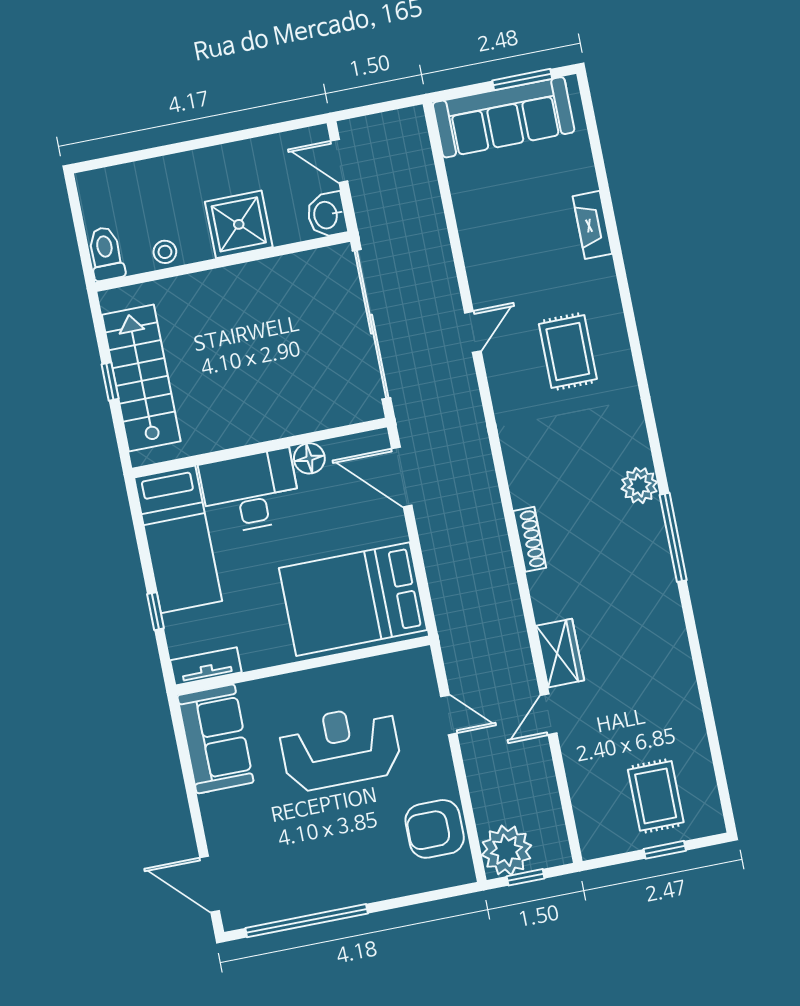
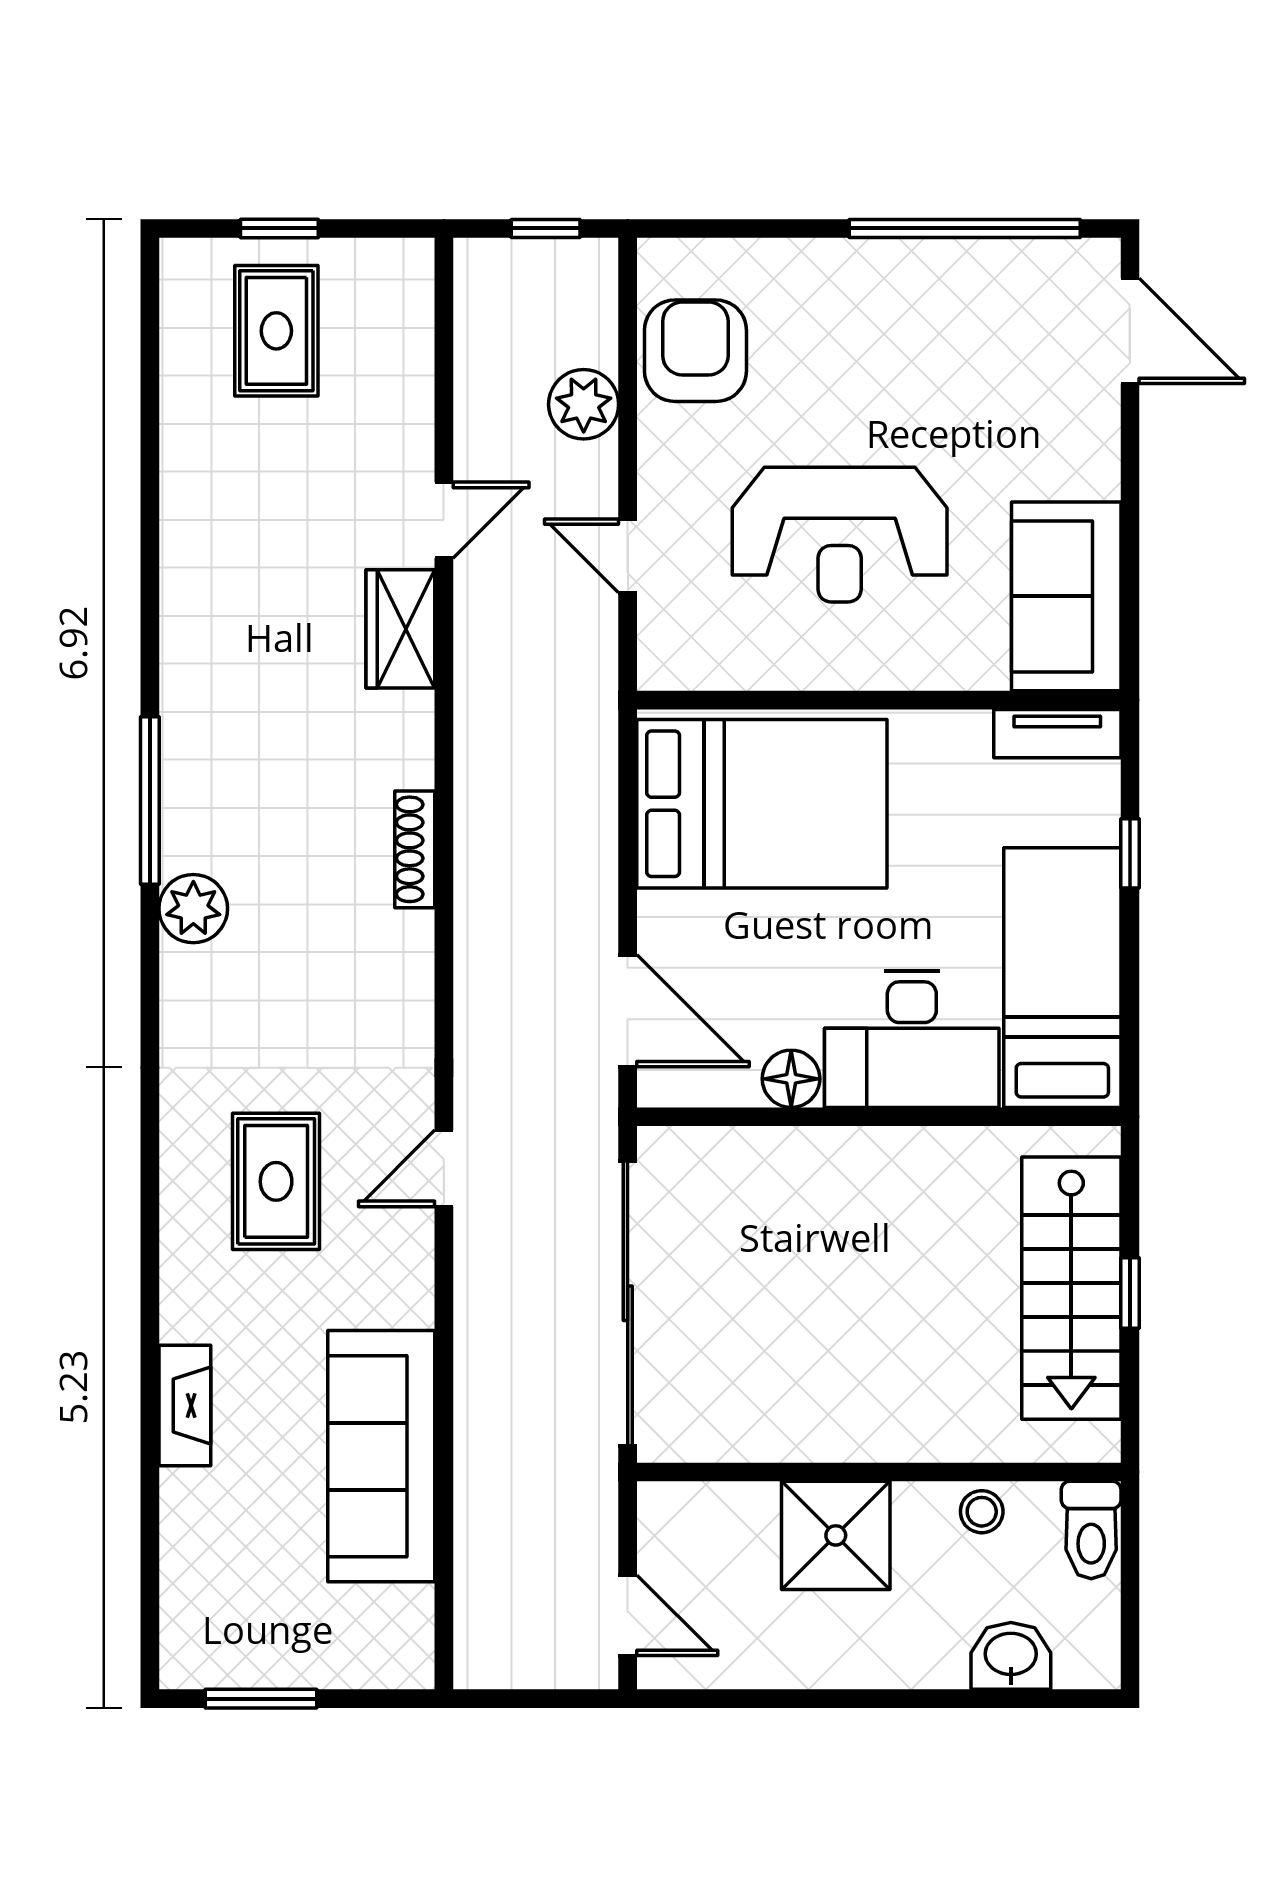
sofa: (504, 117) -> (381, 1456), moved, turned -90
washbasin: (327, 215) -> (1011, 1656), moved, turned -90
door: (473, 332) -> (444, 1168), moved
armchair: (435, 829) -> (695, 351), turned -90
plant: (506, 850) -> (584, 404), moved, width x0.73, depth x0.73

